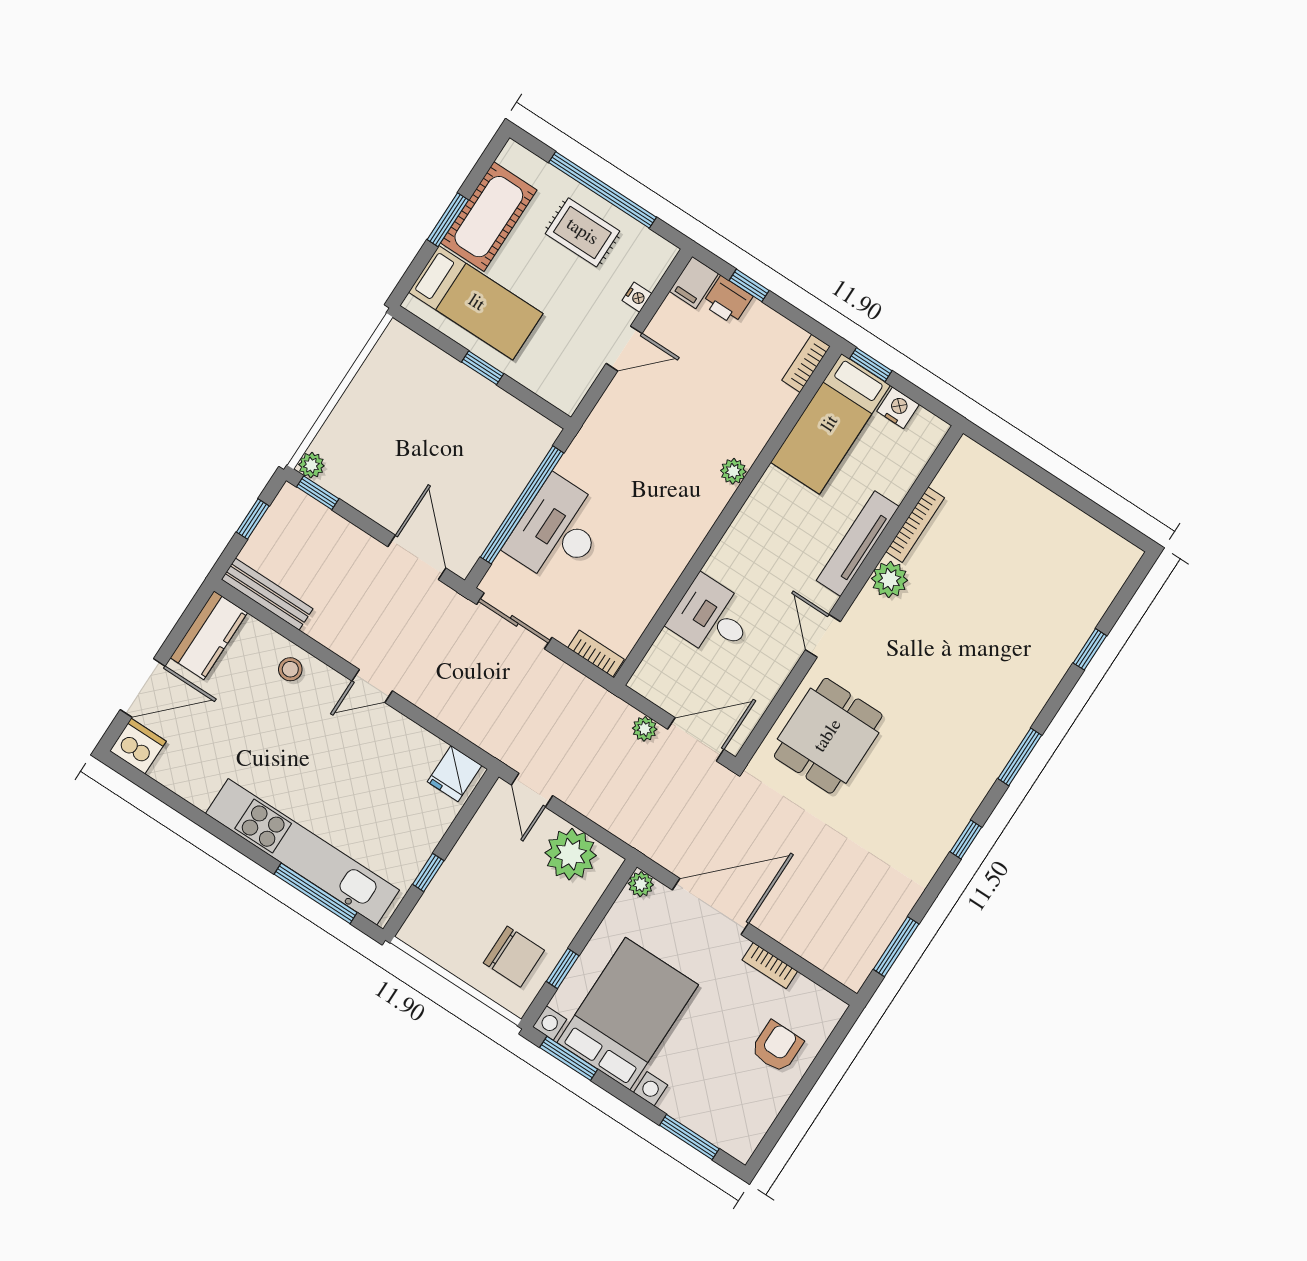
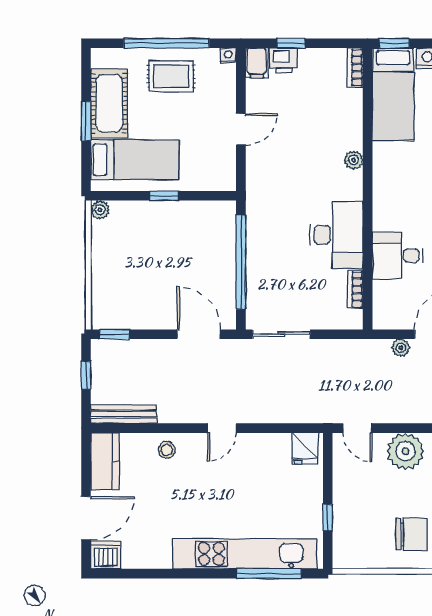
nightstand: (637, 297) -> (228, 55), moved, turned -90
plant: (311, 465) -> (100, 210), moved
desk: (558, 531) -> (336, 235), moved, turned 180
bookcase: (596, 654) -> (355, 289), moved, turned -90

